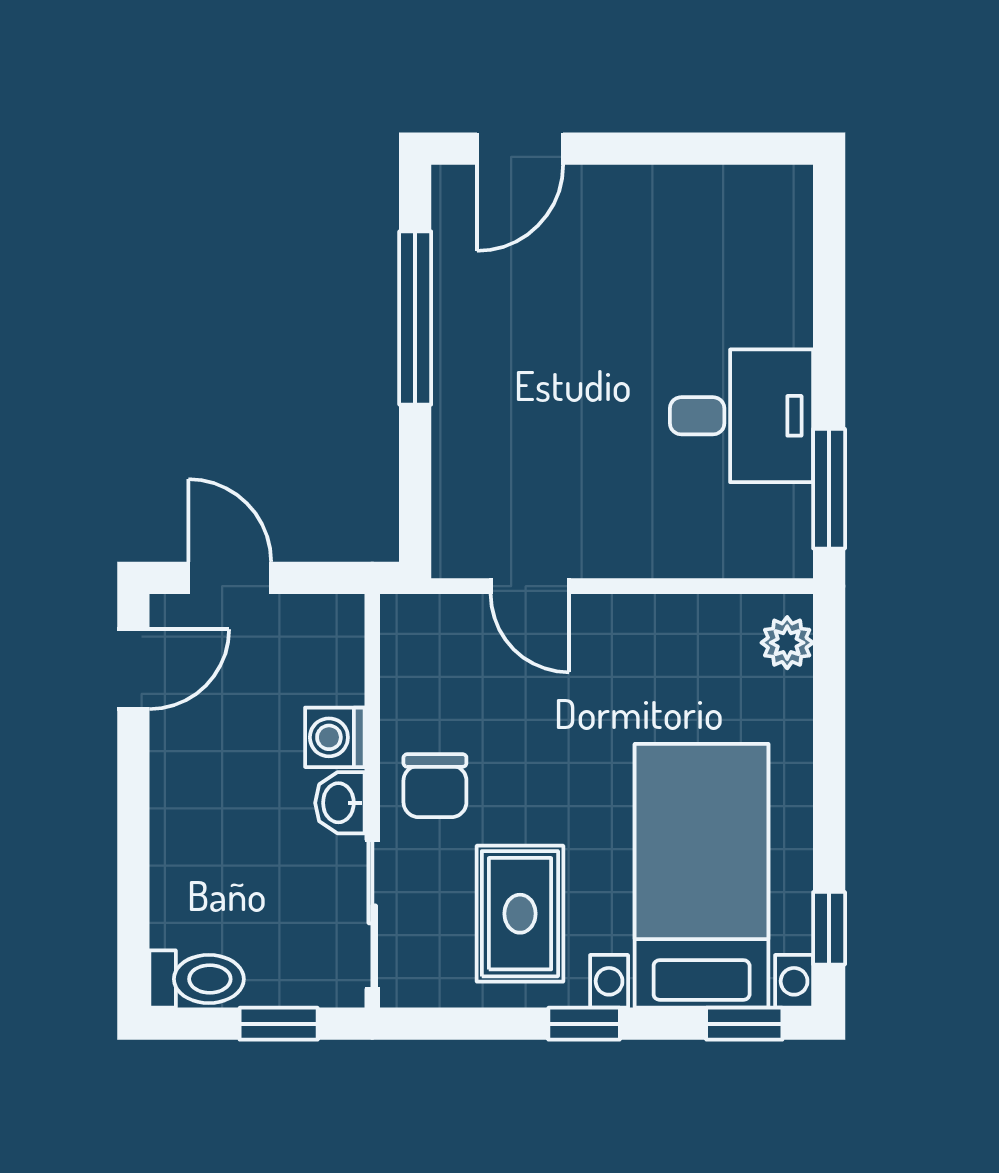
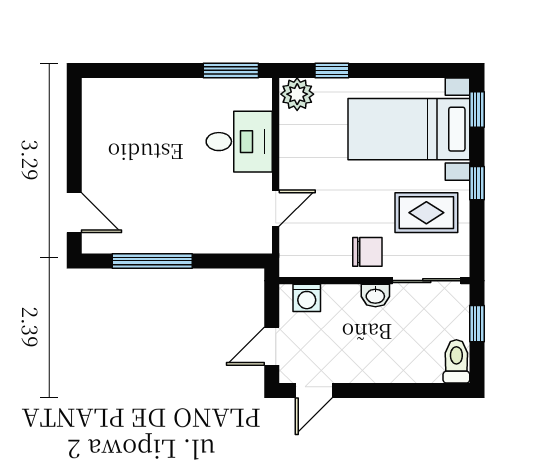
desk: (741, 416) -> (239, 142), moved, turned 90
plant: (787, 643) -> (297, 94), width x1.38, depth x1.38
door: (133, 669) -> (314, 391), swing flipped
washing machine: (335, 737) -> (307, 298), moved
window: (829, 928) -> (332, 70), moved

